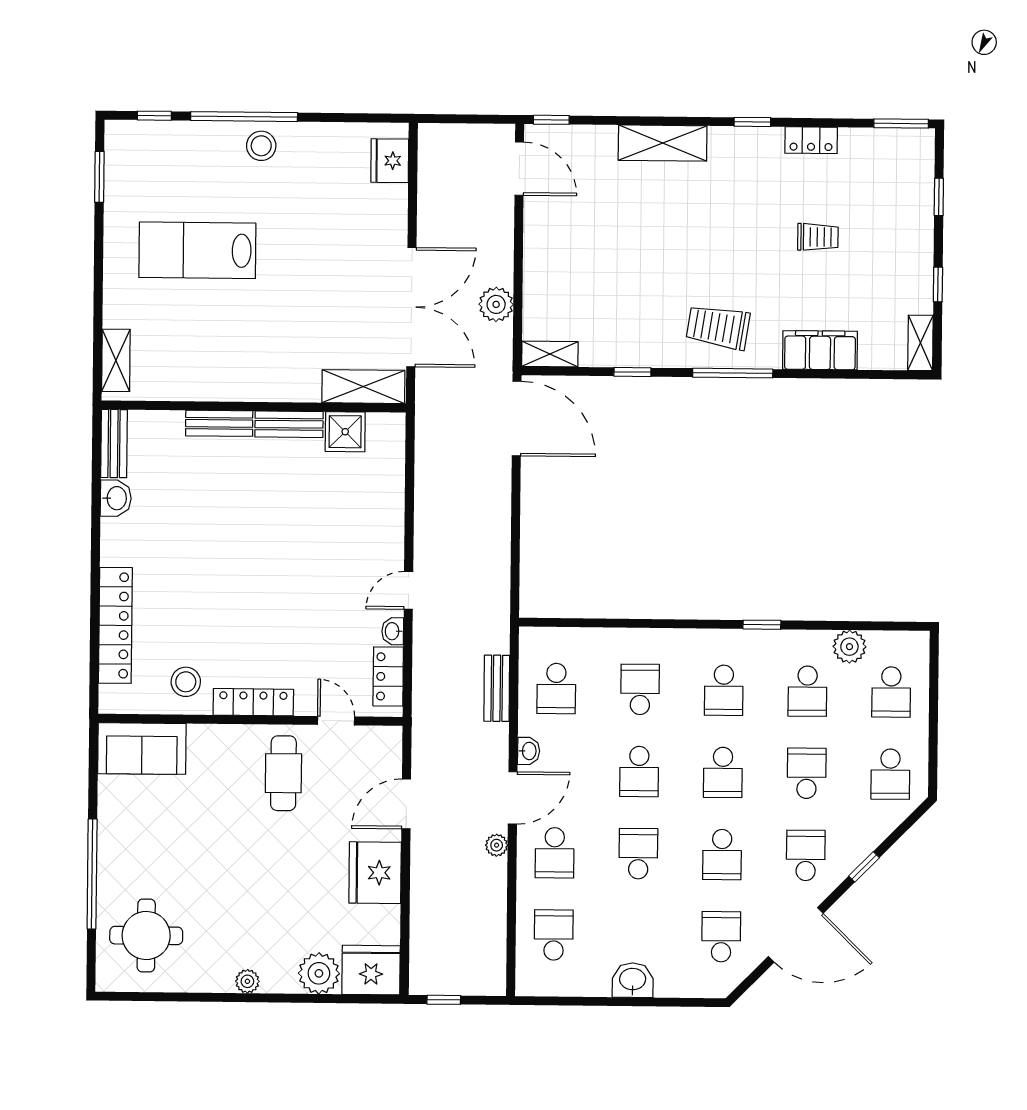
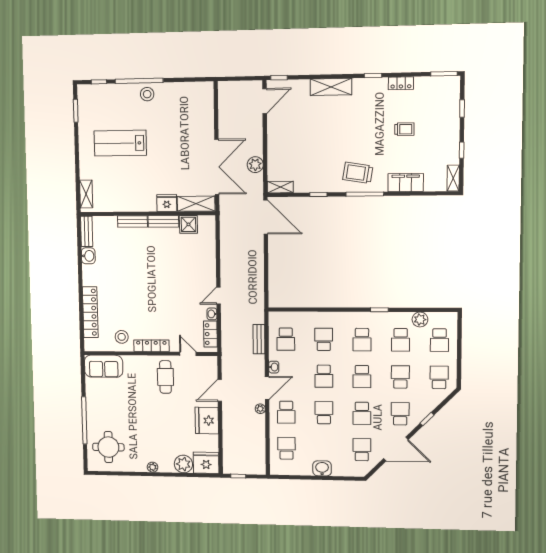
fridge: (390, 161) -> (167, 203), moved, turned 90
door: (519, 169) -> (265, 101), hinge flipped
school desk: (890, 774) -> (439, 377), turned 180

